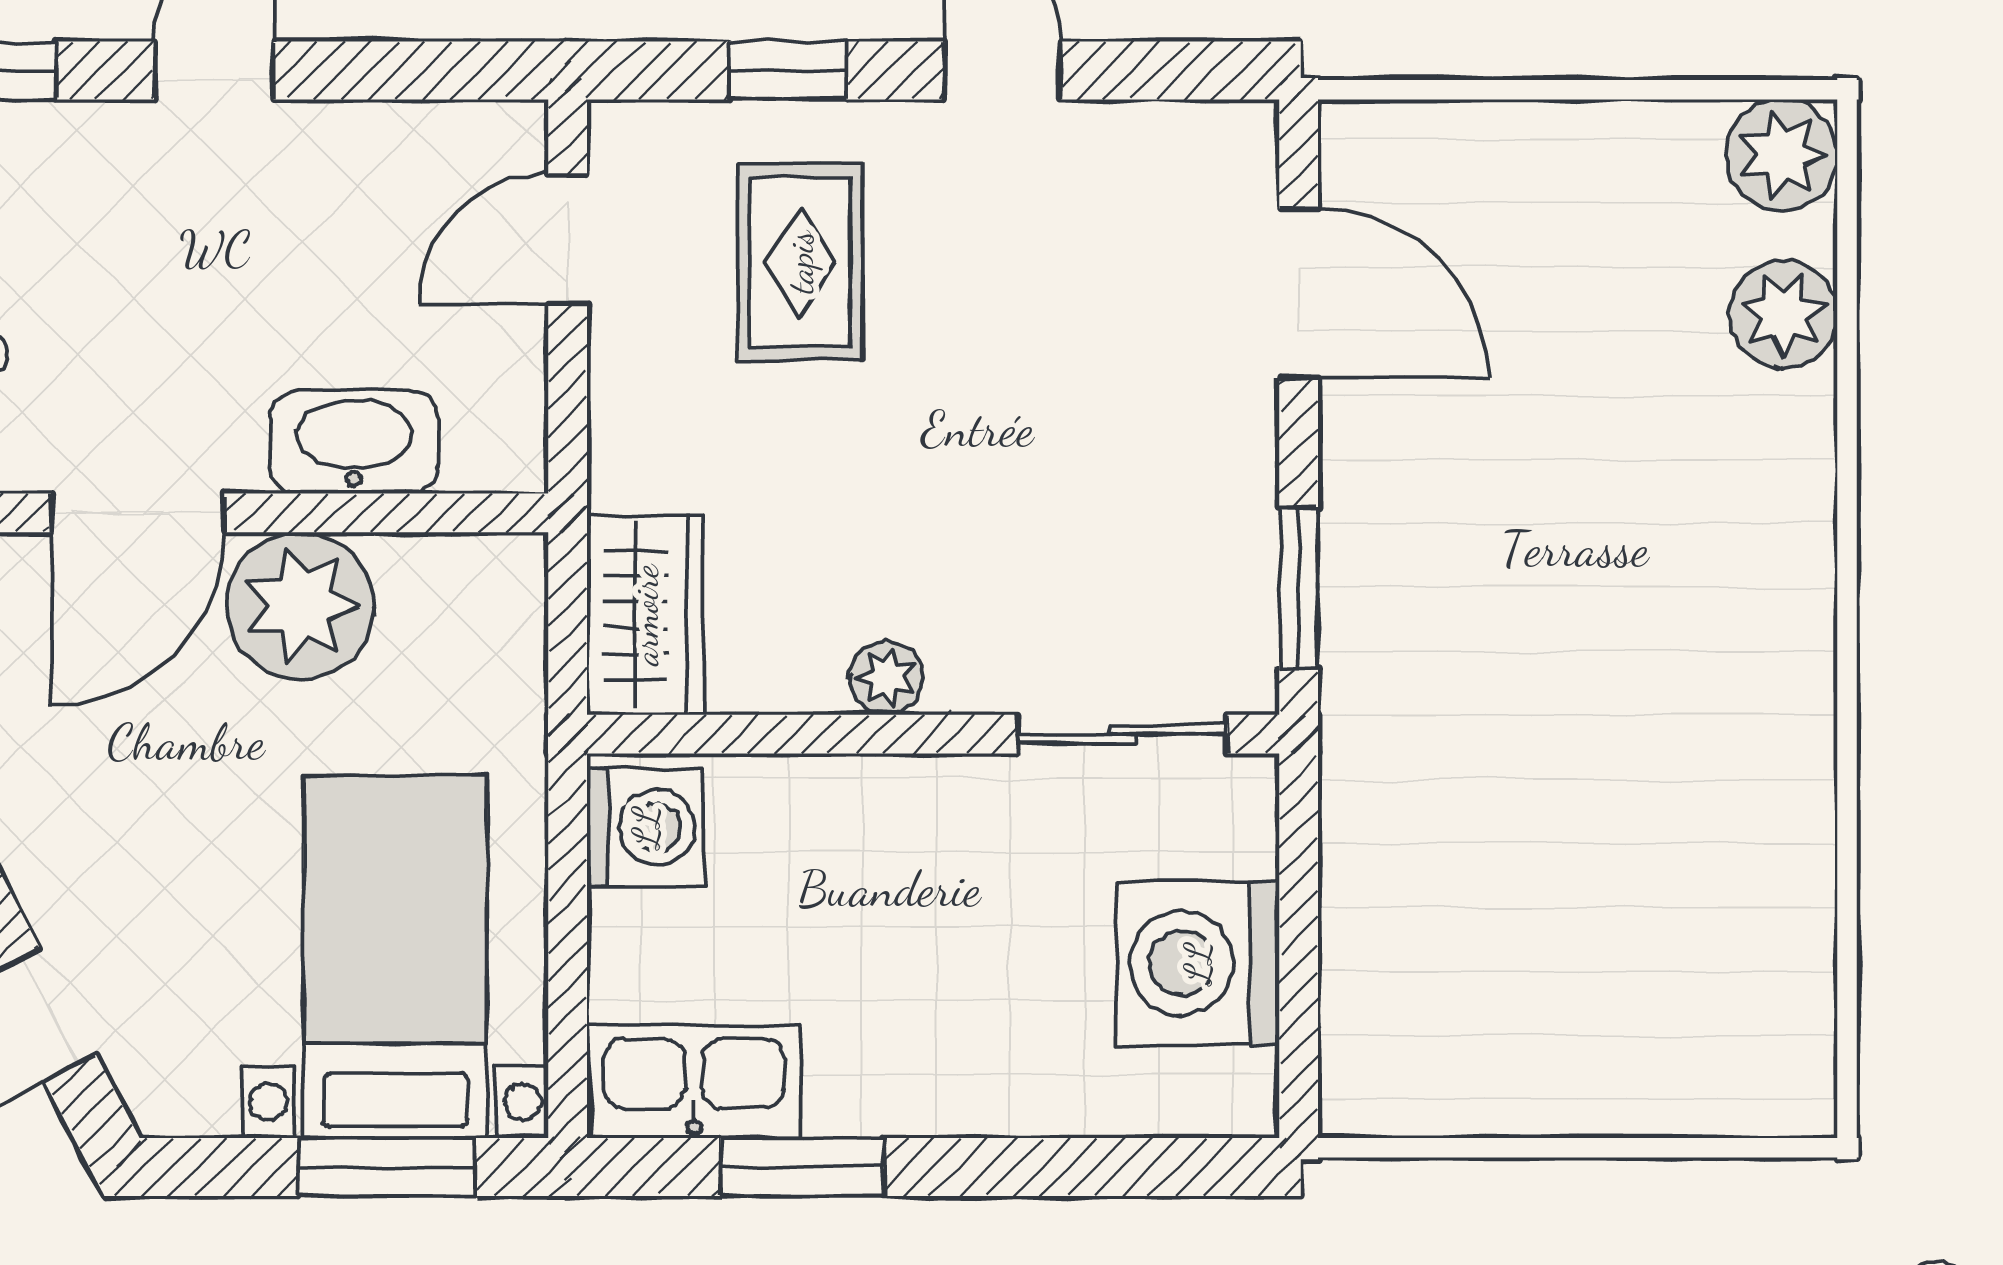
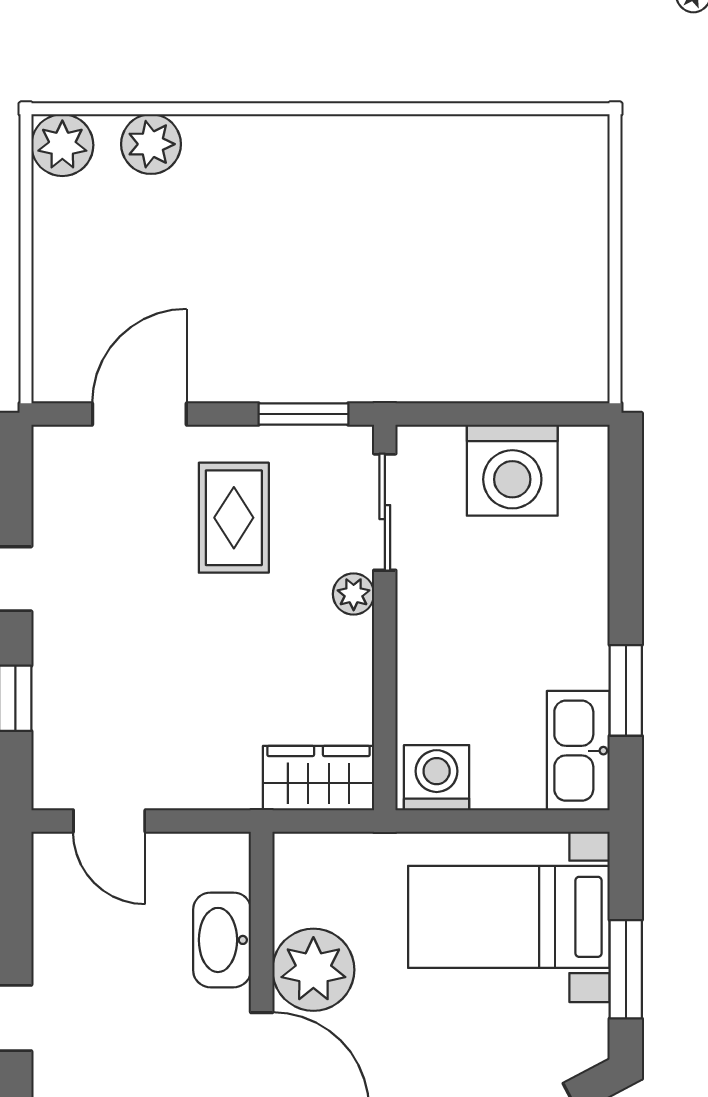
rug: (800, 262) -> (234, 518), moved, turned 90
plant: (887, 678) -> (354, 594), moved
window: (387, 1167) -> (626, 969), moved

